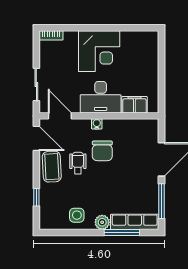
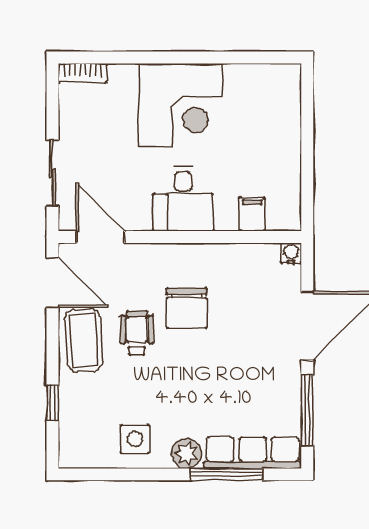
desk: (101, 97) -> (183, 199), width x0.73
filing cabinet: (134, 105) -> (252, 214), width x0.50
water cooler: (97, 124) -> (291, 253), moved

